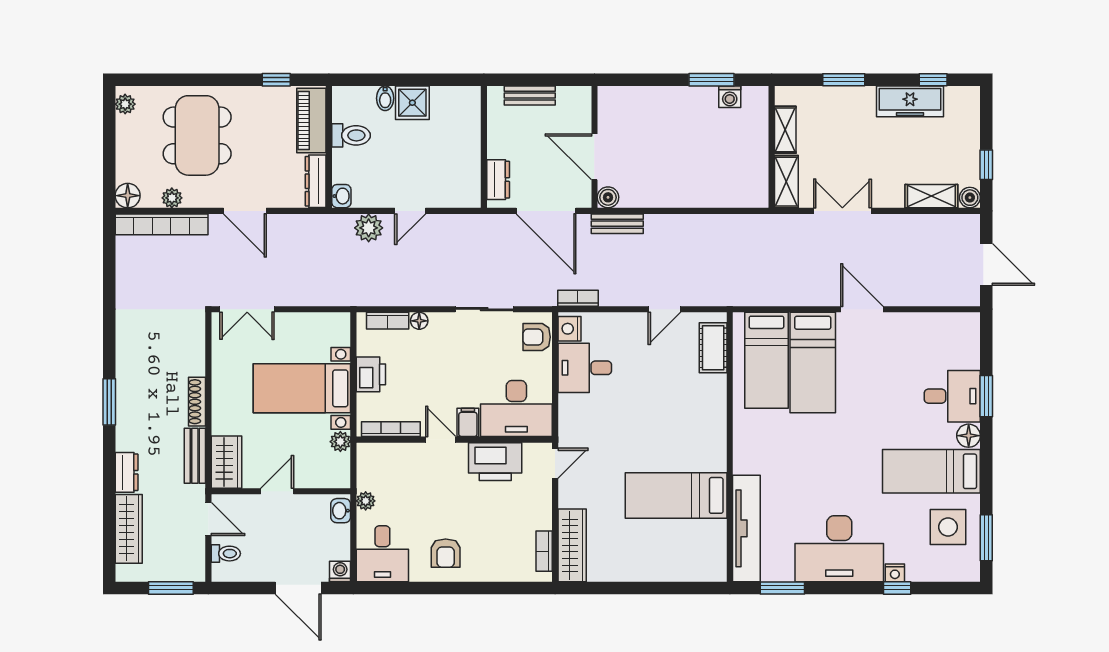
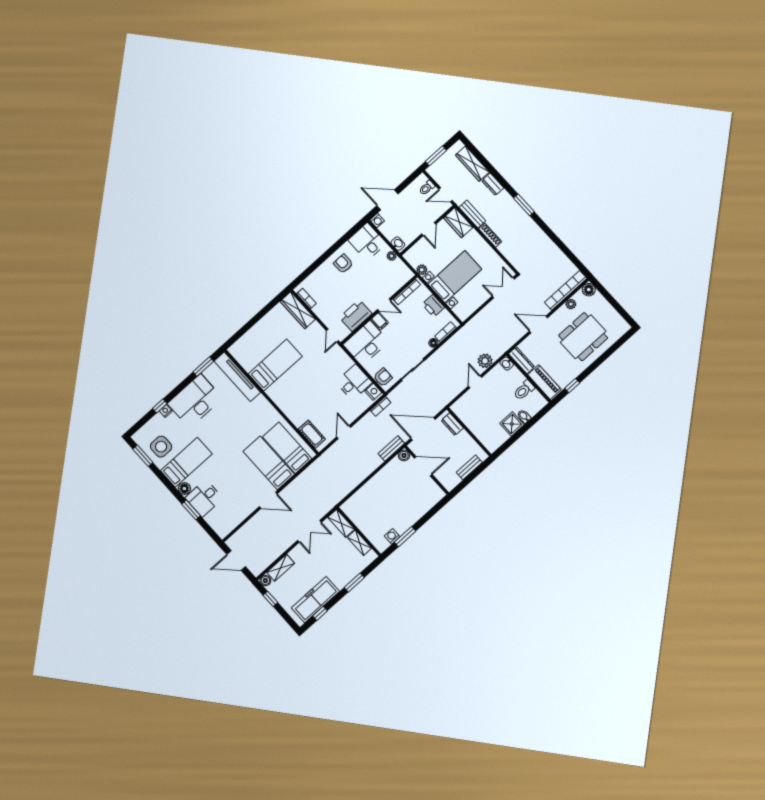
freezer: (910, 101) -> (315, 600), width x1.36, depth x1.26
plant: (125, 104) -> (622, 324), removed
dining table: (197, 135) -> (583, 337), turned 90

